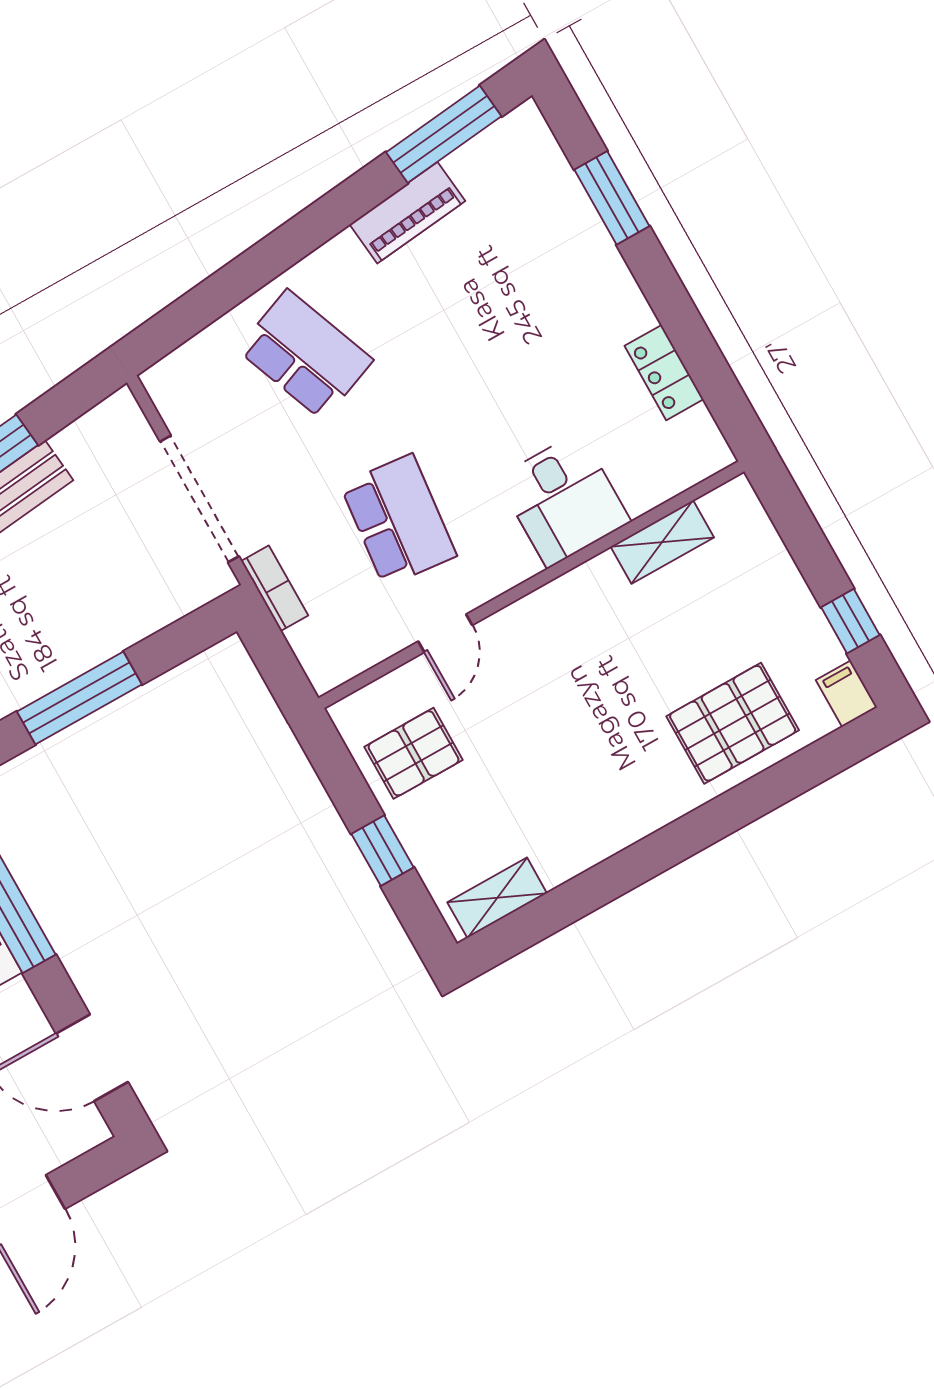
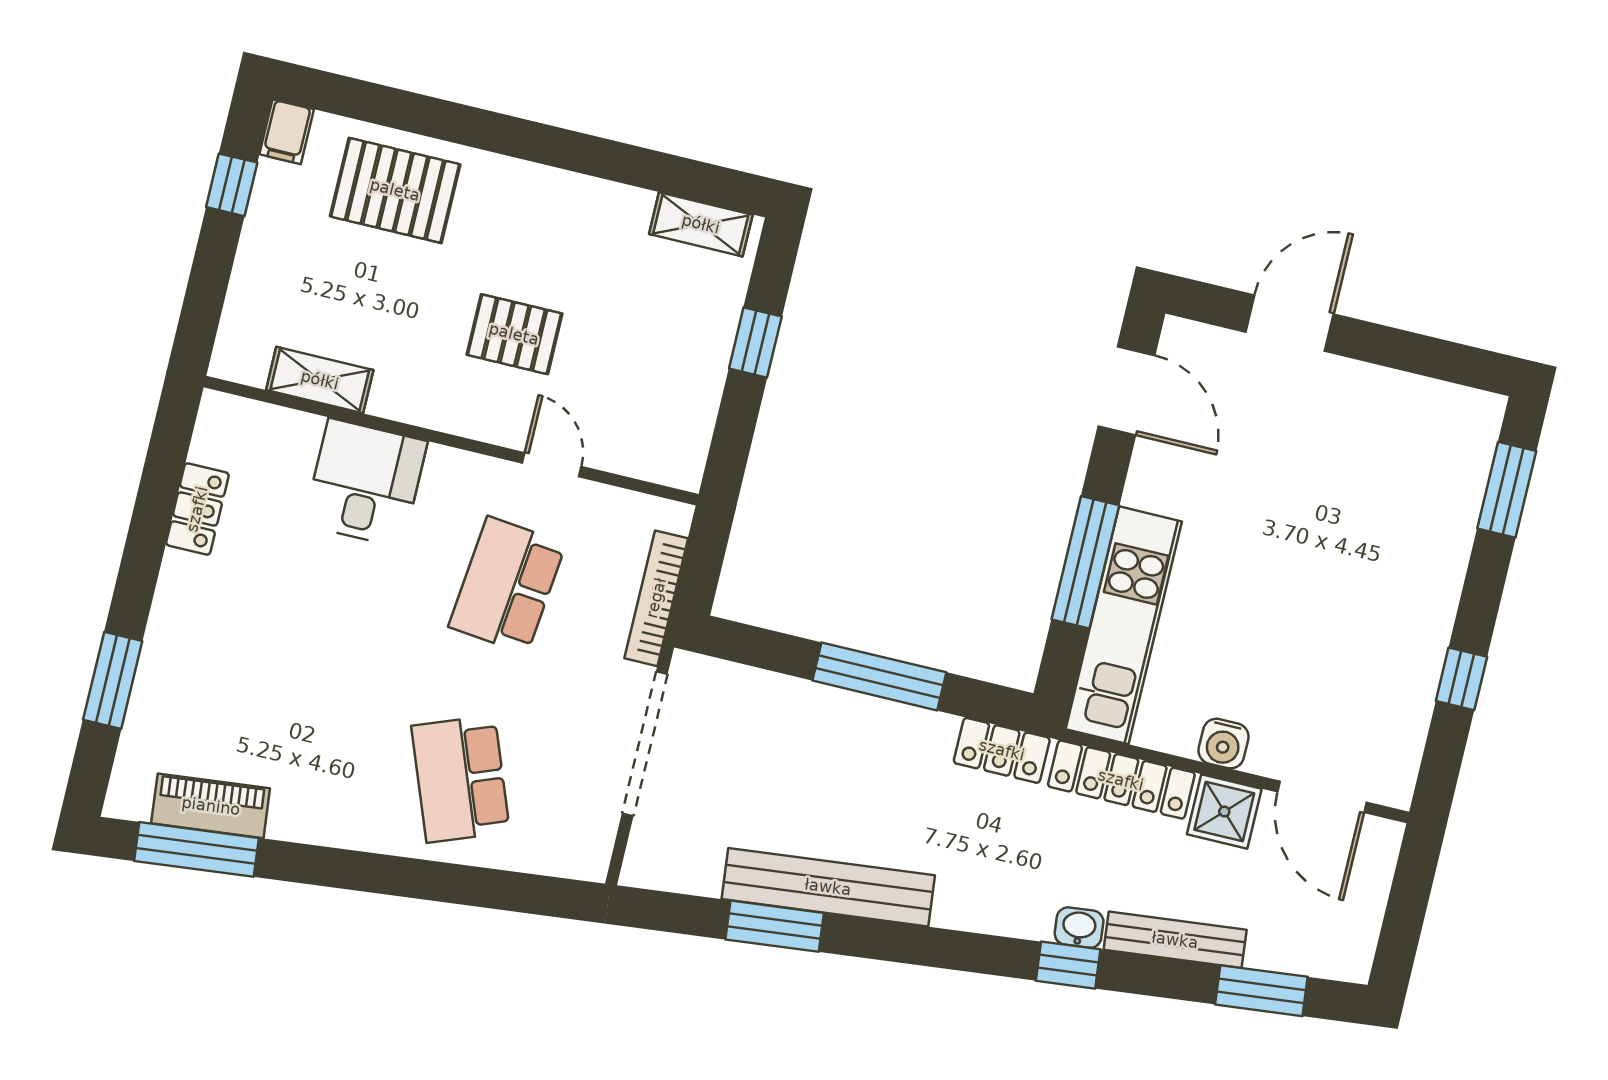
piano: (407, 213) -> (211, 806), moved
bookcase: (275, 588) -> (656, 598), width x1.56
door: (445, 633) -> (552, 465), hinge flipped
pallet: (414, 753) -> (514, 334), moved

